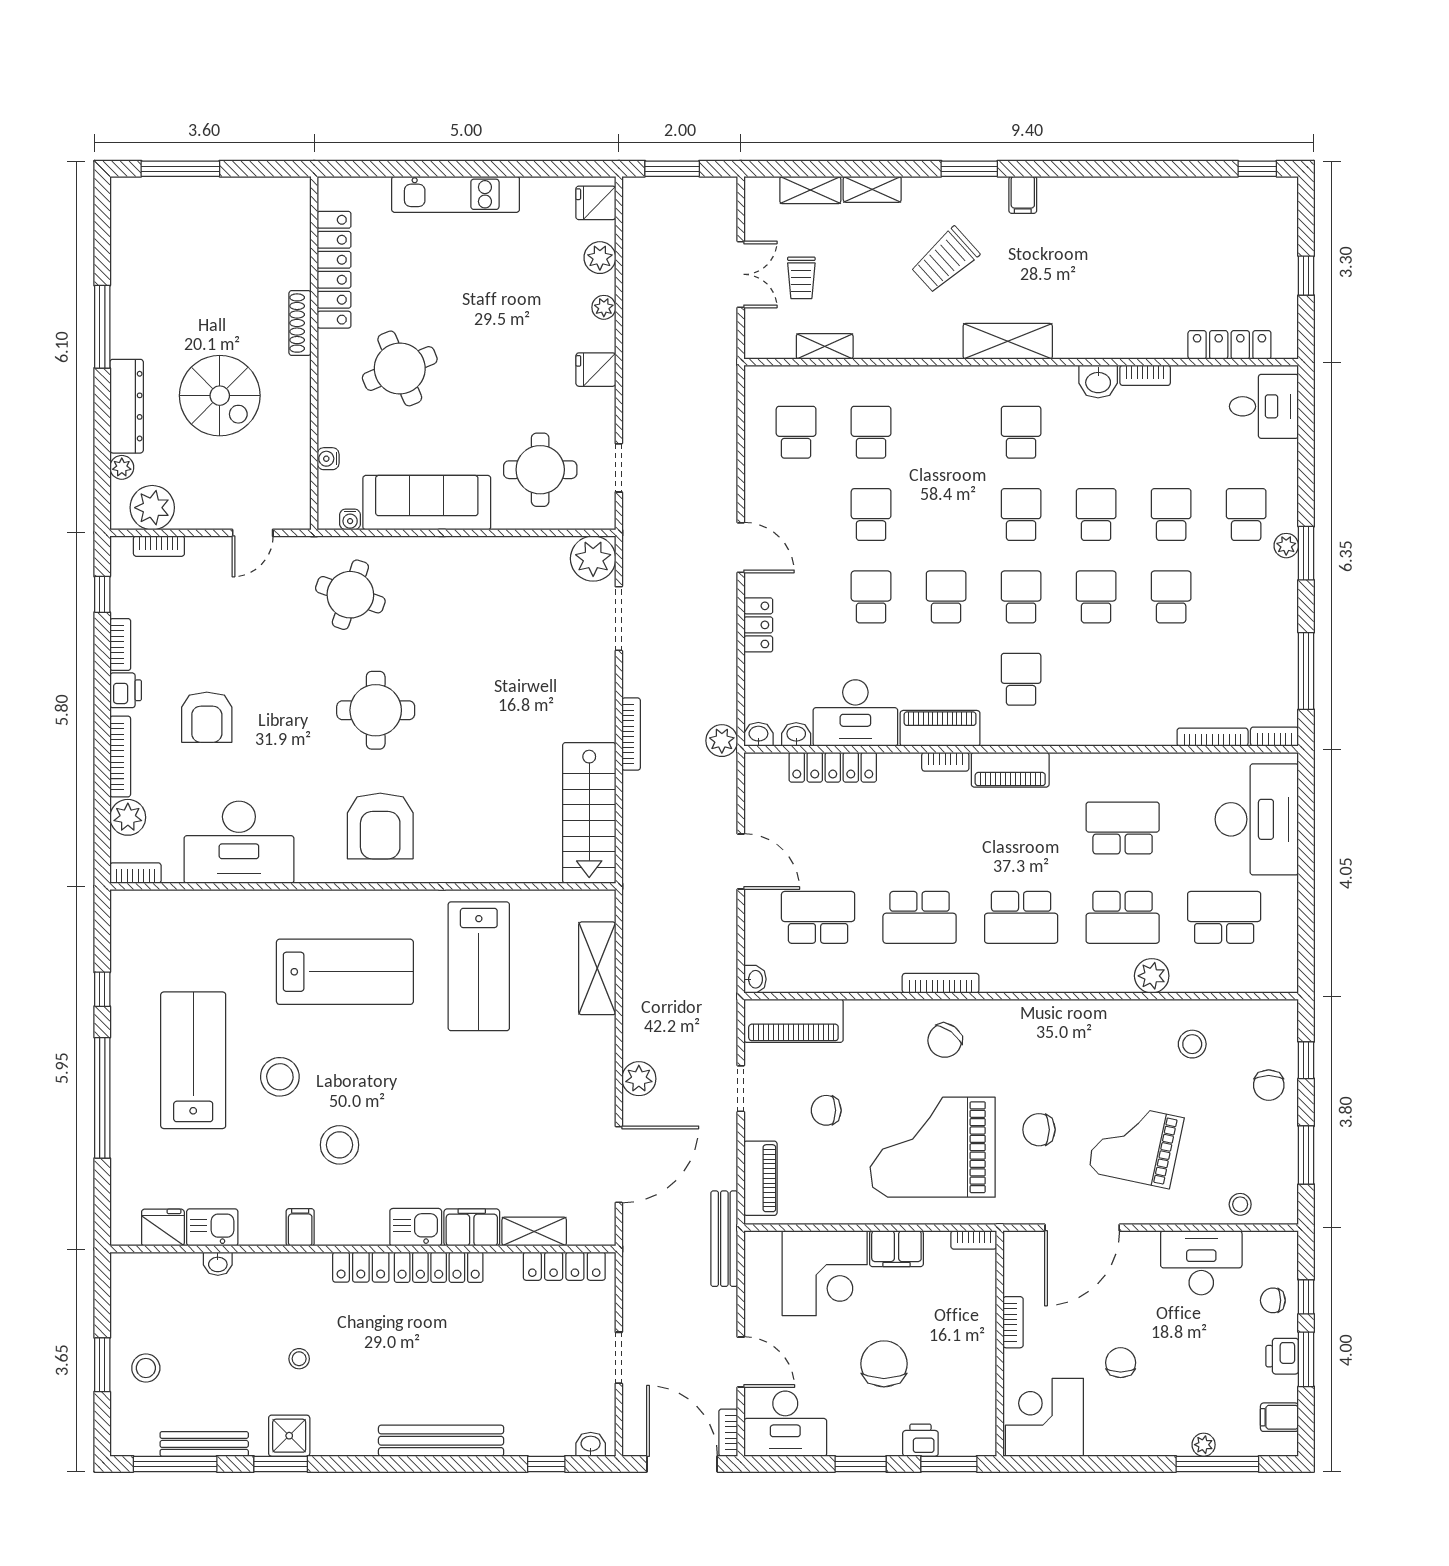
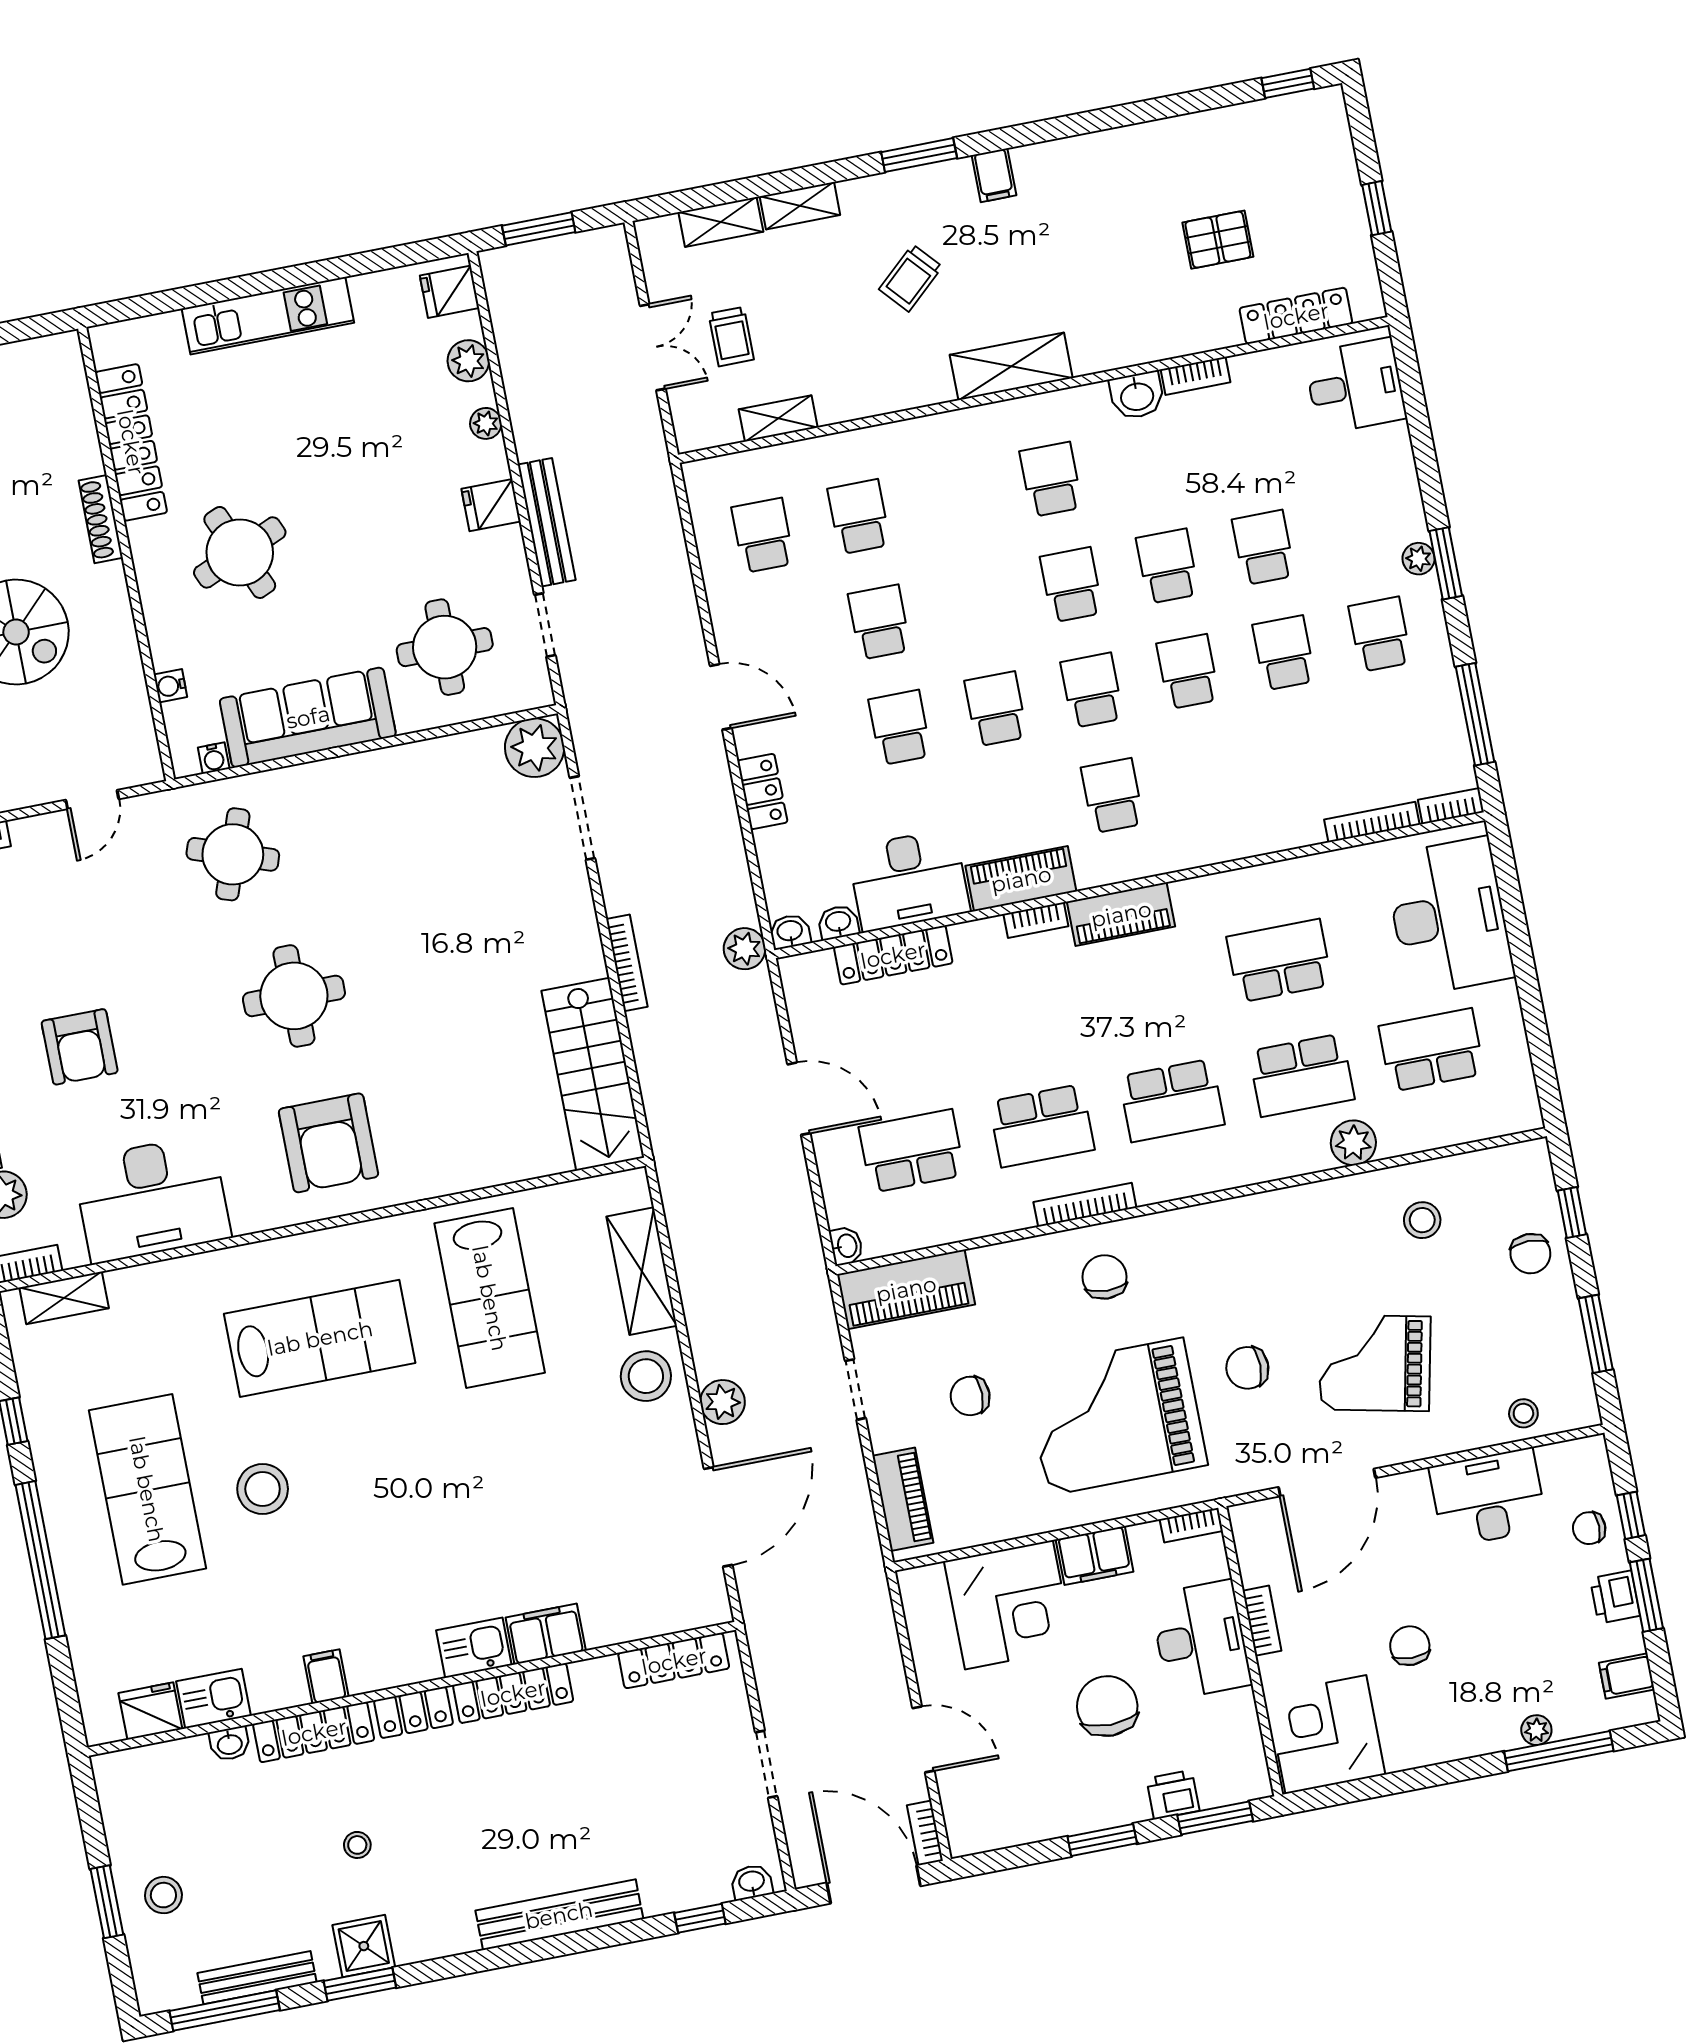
trolley: (945, 260) -> (911, 278), width x0.73, depth x0.72
pallet: (1182, 276) -> (1218, 240), added
school desk: (1246, 515) -> (1380, 634), moved
chair: (945, 1040) -> (1105, 1277), turned 146
stool: (339, 1145) -> (646, 1376), moved
shelving: (534, 1232) -> (64, 1298), moved
bench: (724, 1239) -> (547, 522), moved
locker: (283, 1267) -> (314, 1732), added
desk: (785, 1424) -> (1201, 1640), moved, turned -90

